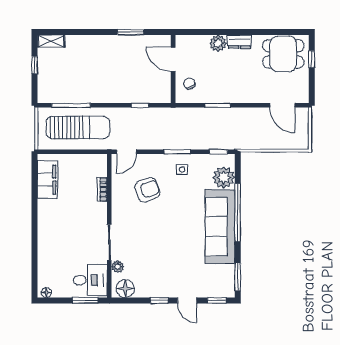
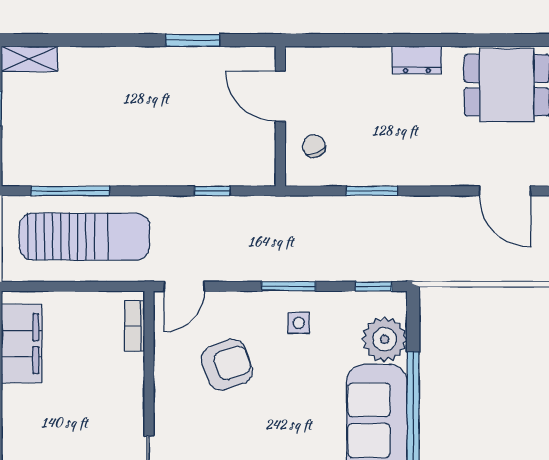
plant: (218, 43) -> (373, 63), removed
bookcase: (102, 190) -> (134, 326), moved

